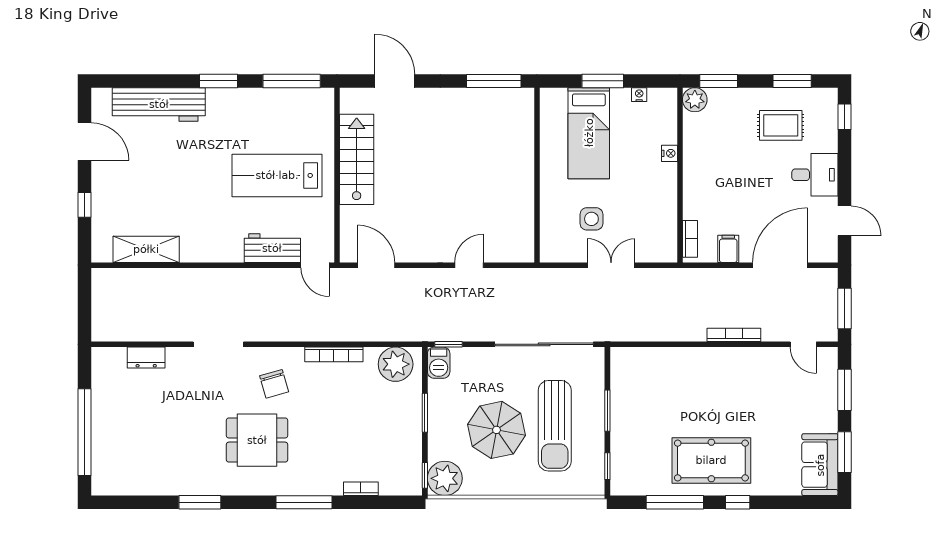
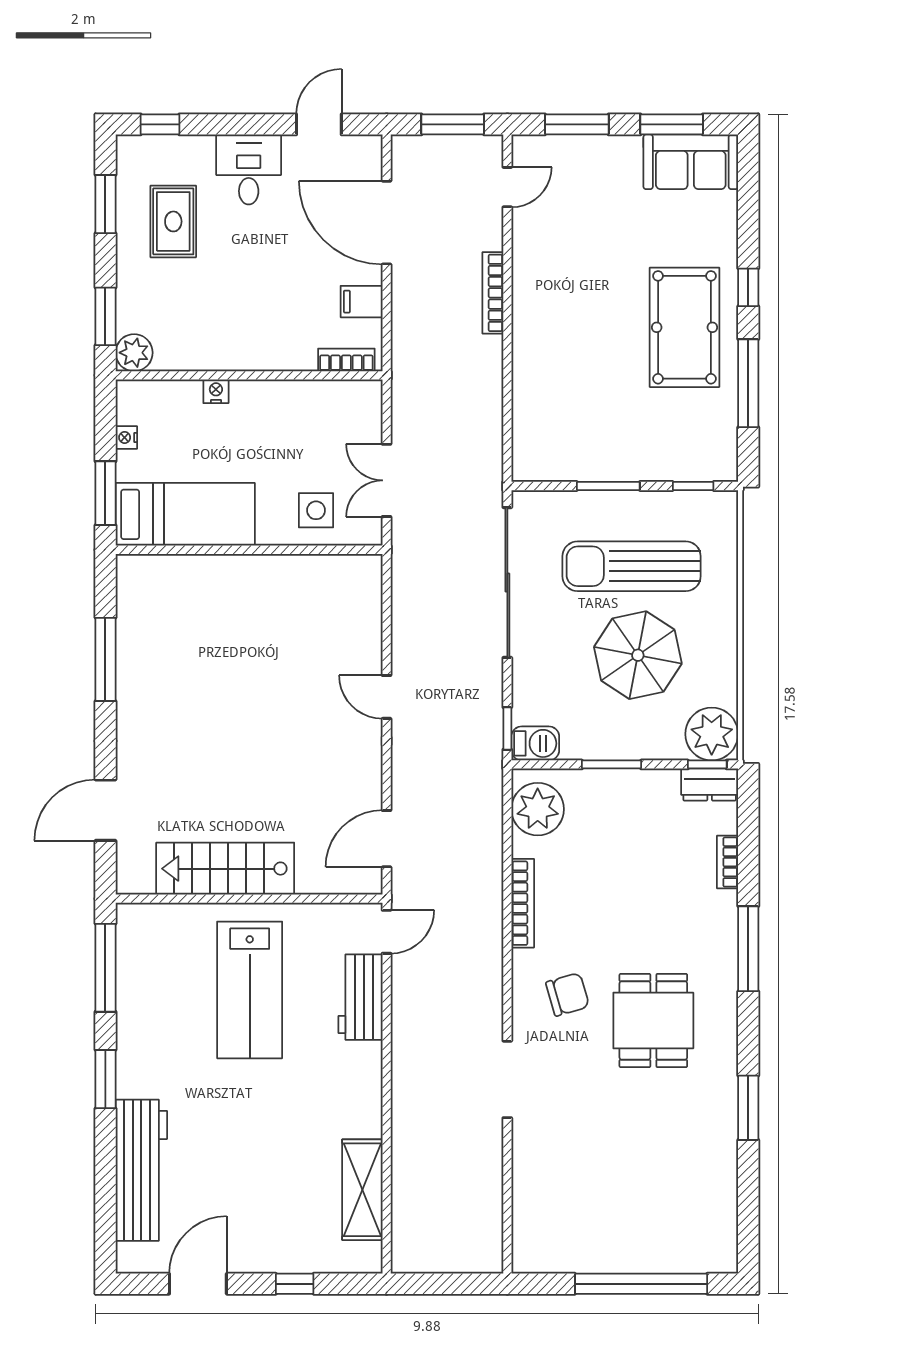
wall: (537, 175) -> (249, 550), moved
dresser: (146, 358) -> (710, 785), moved, turned 90
sun lounger: (555, 426) -> (632, 566), turned 180

